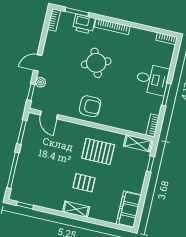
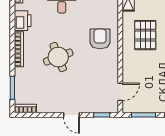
printer: (84, 24) -> (23, 21), moved
plant: (41, 82) -> (90, 108), removed
armchair: (90, 106) -> (100, 39), moved

